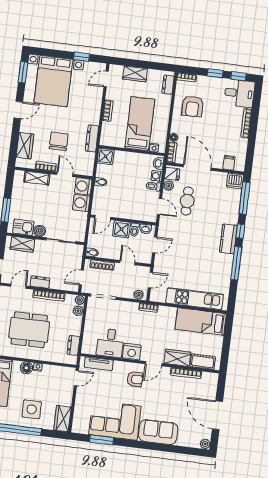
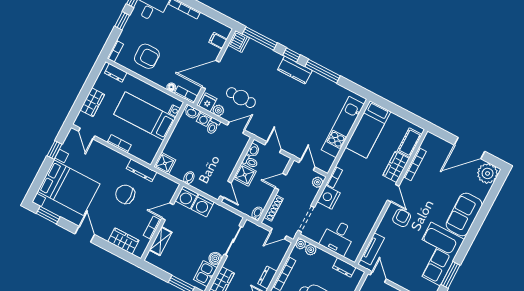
chair: (59, 141) -> (125, 194), moved
door: (81, 278) -> (278, 234), hinge flipped
desk: (110, 343) -> (338, 237), moved, turned 90
nightstand: (132, 352) -> (329, 197), moved, turned 180
plant: (205, 444) -> (488, 173), width x1.88, depth x1.88

